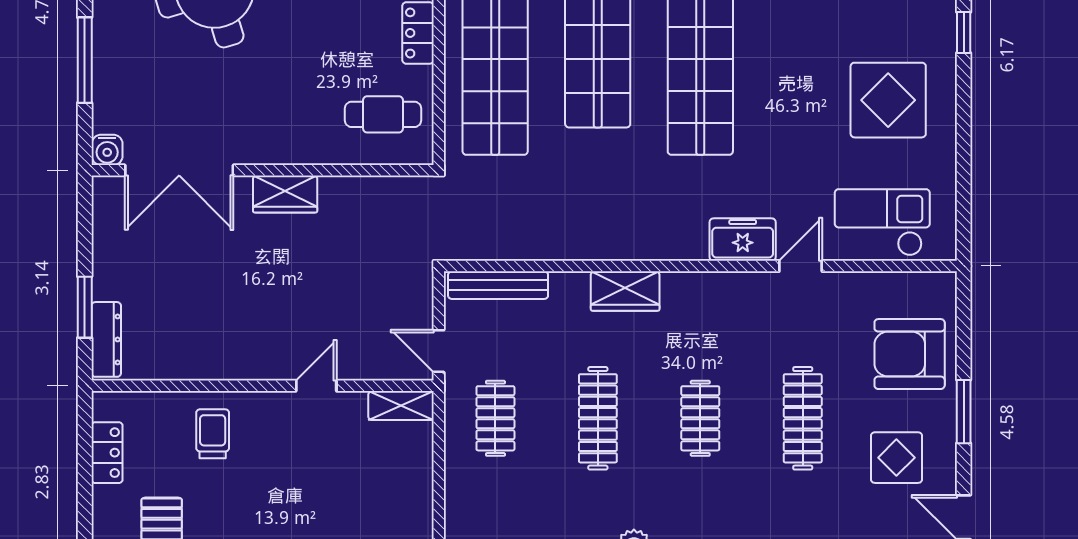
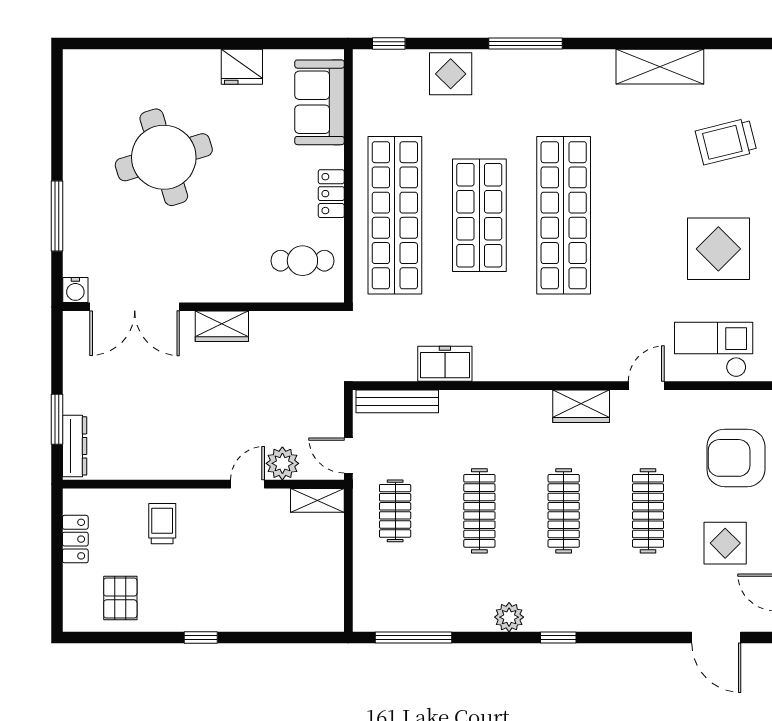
freezer: (743, 240) -> (445, 364), moved
wardrobe: (625, 291) -> (581, 406), moved
plant: (359, 361) -> (282, 463), added
clothes rail: (700, 418) -> (564, 511), width x1.36

